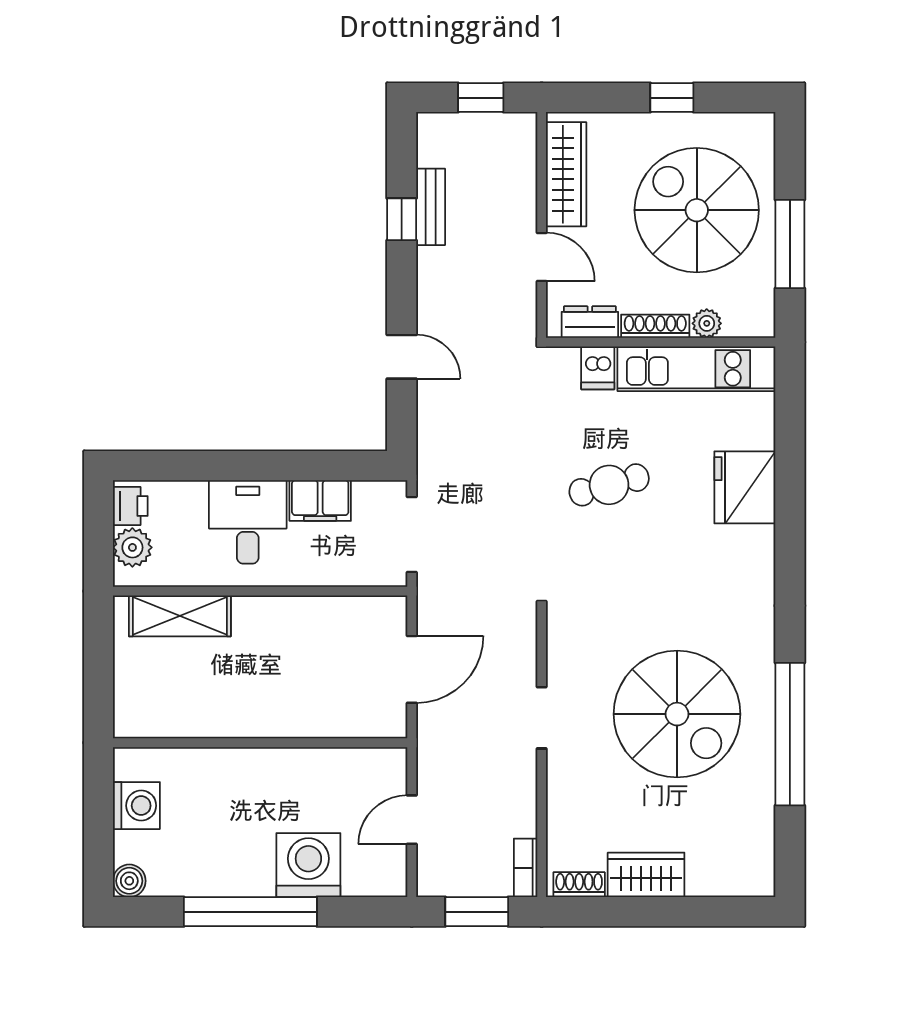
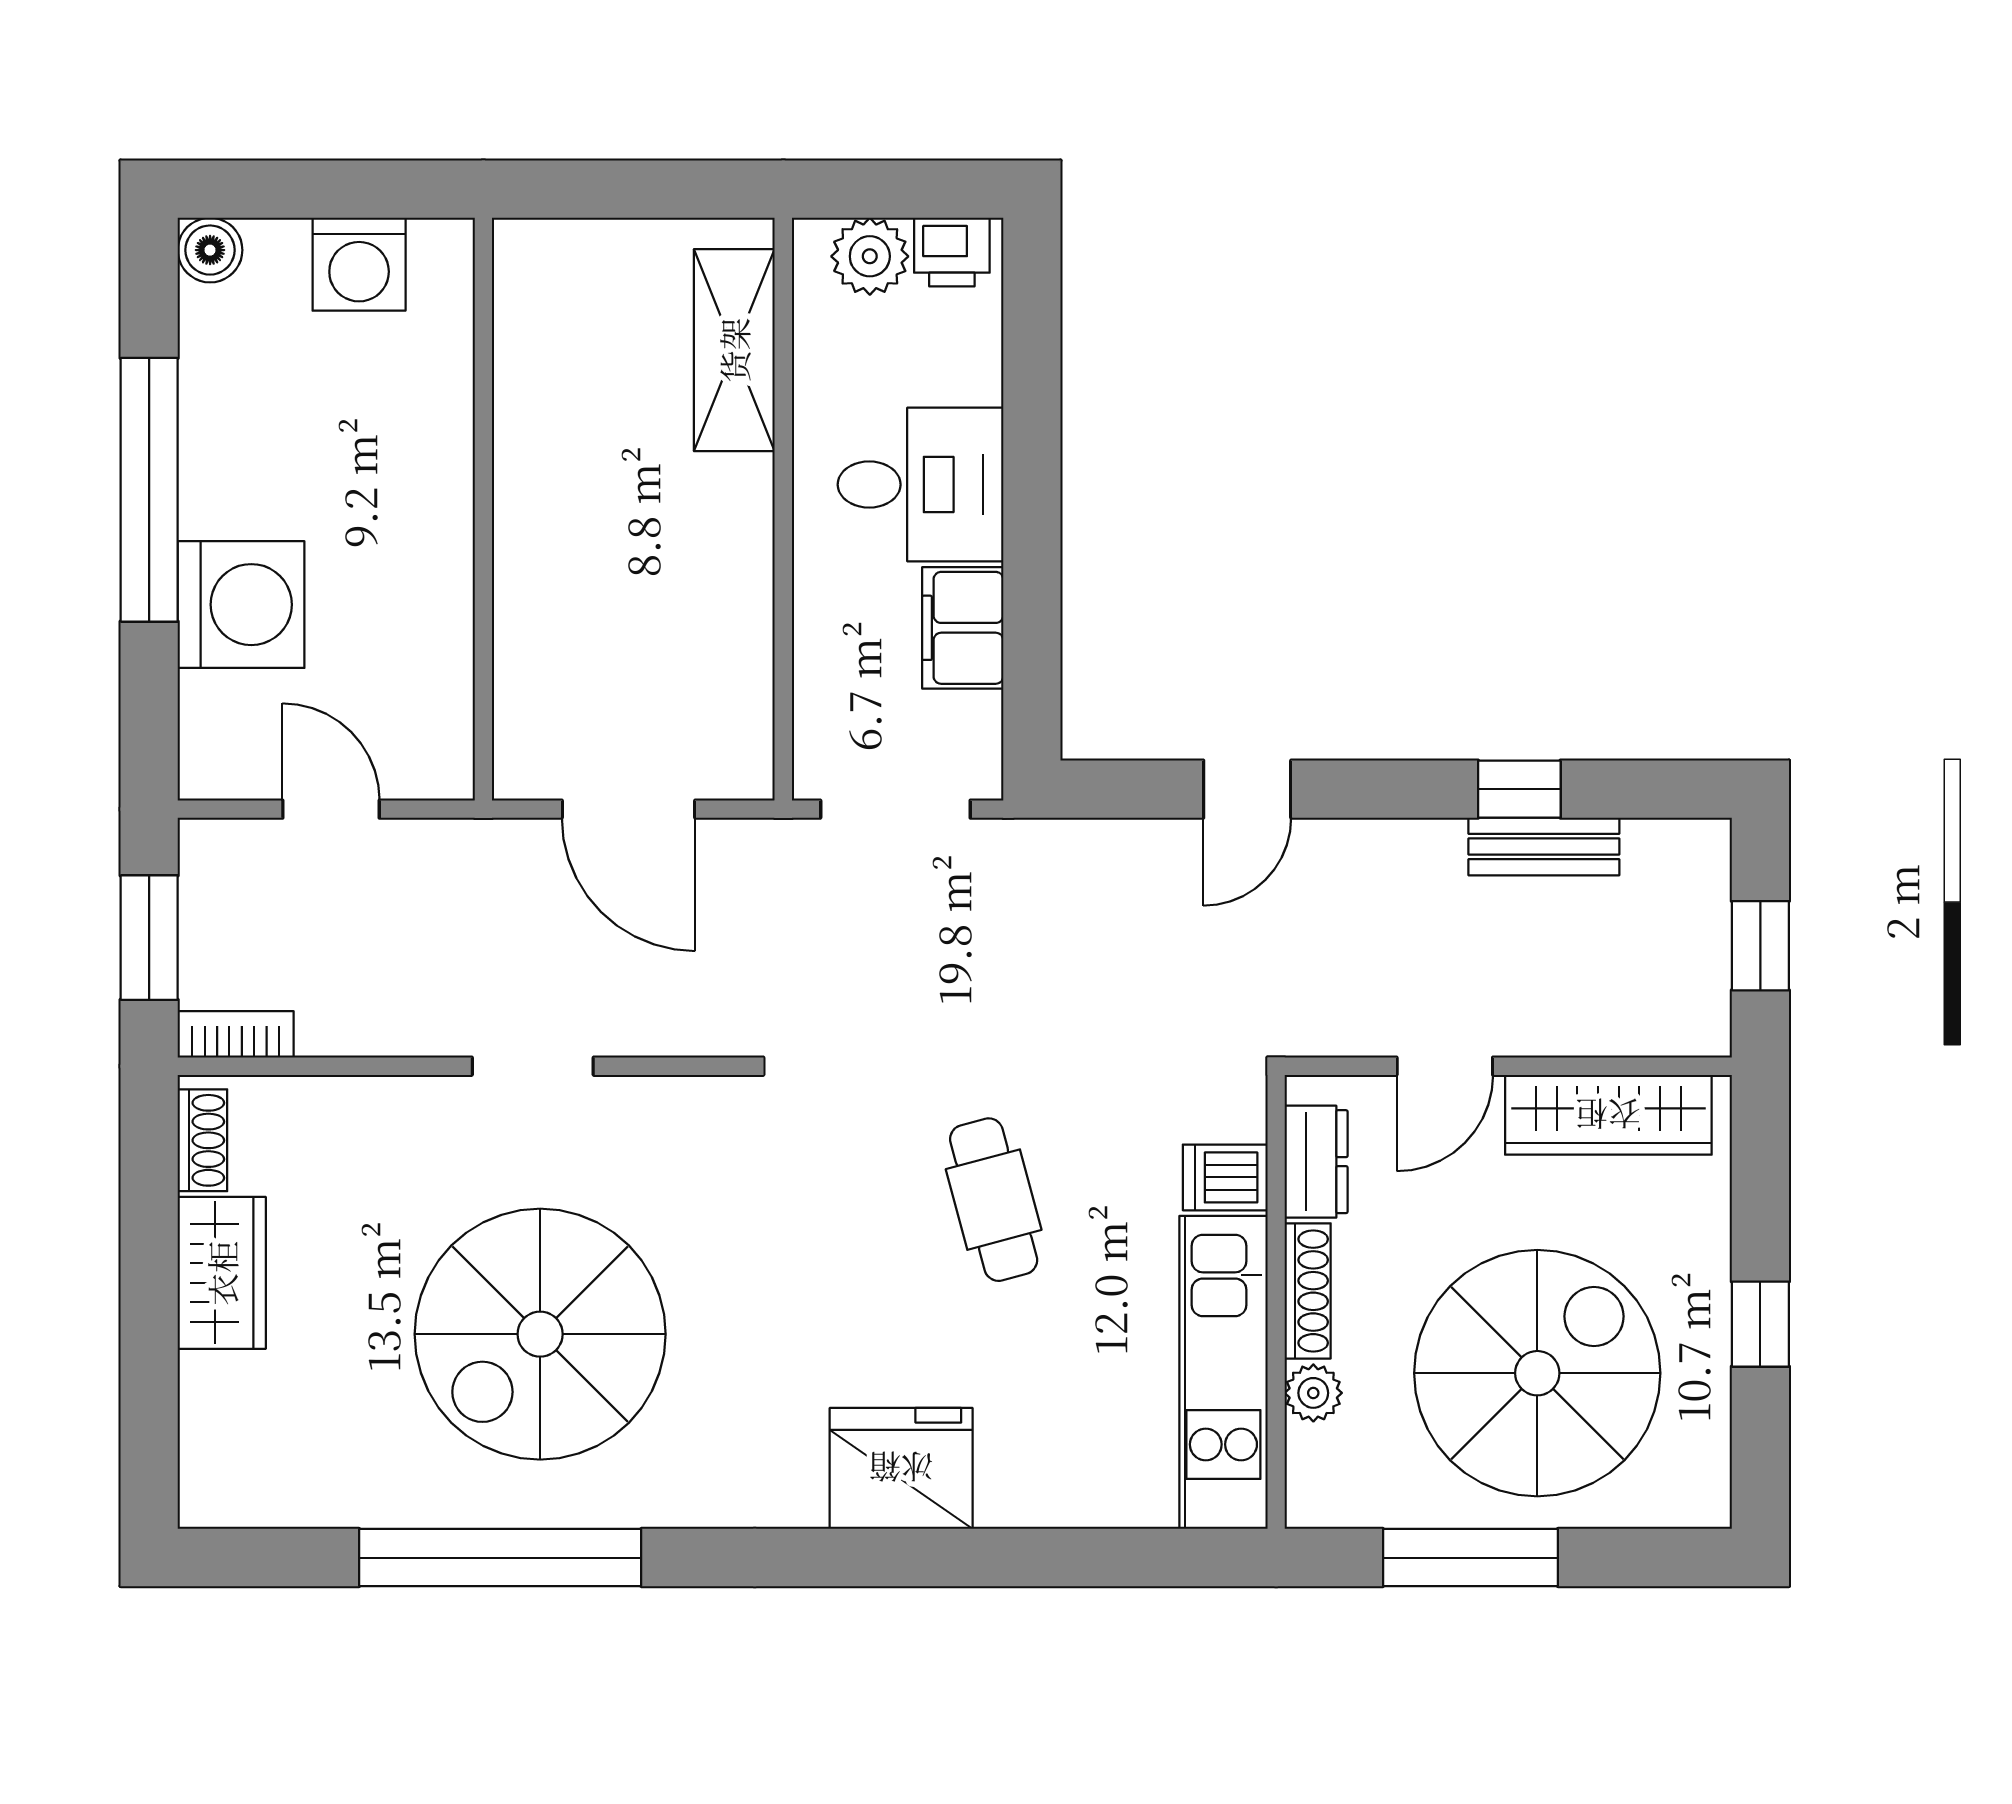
fridge: (745, 487) -> (901, 1468), moved

